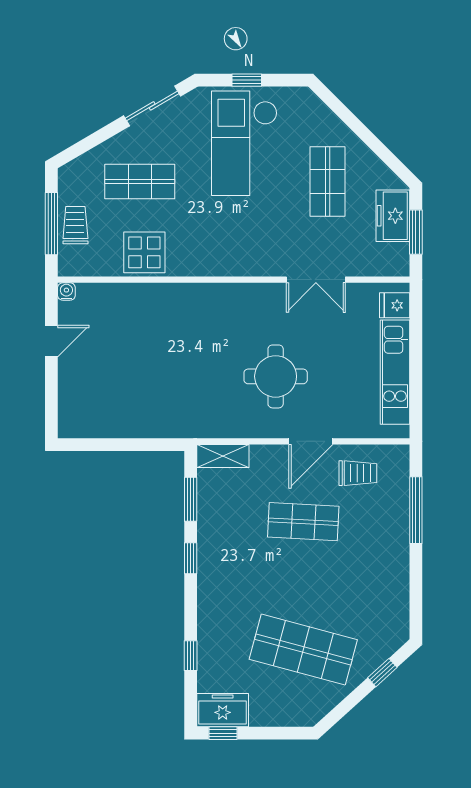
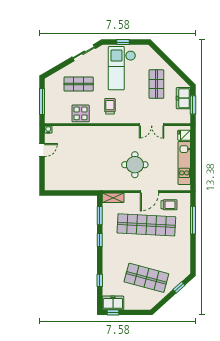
trolley: (75, 225) -> (110, 106), moved
shop shelf: (303, 522) -> (146, 225), width x2.00, depth x1.36

